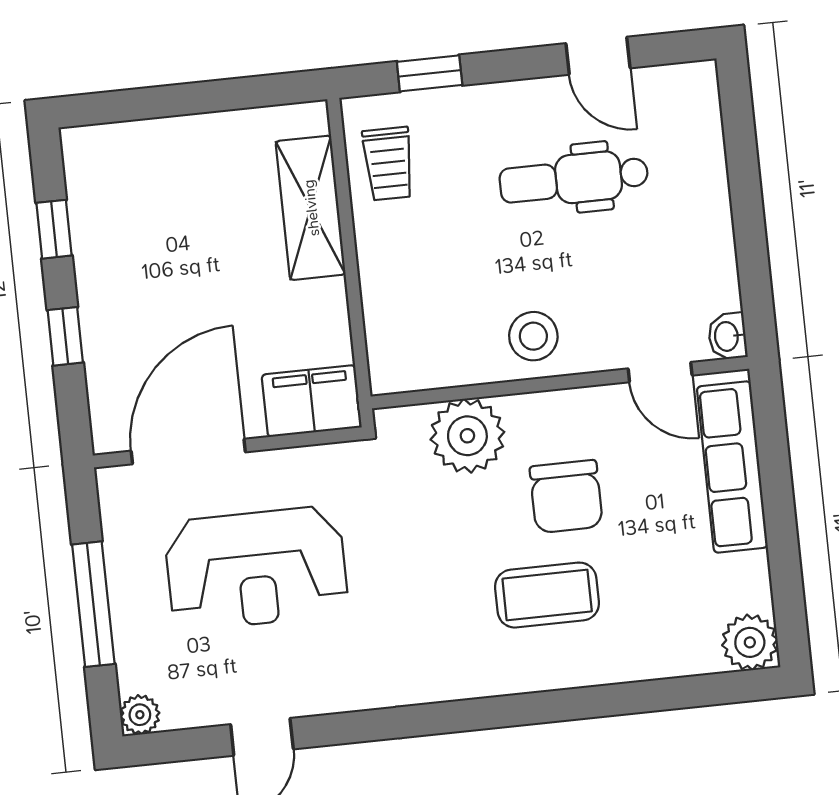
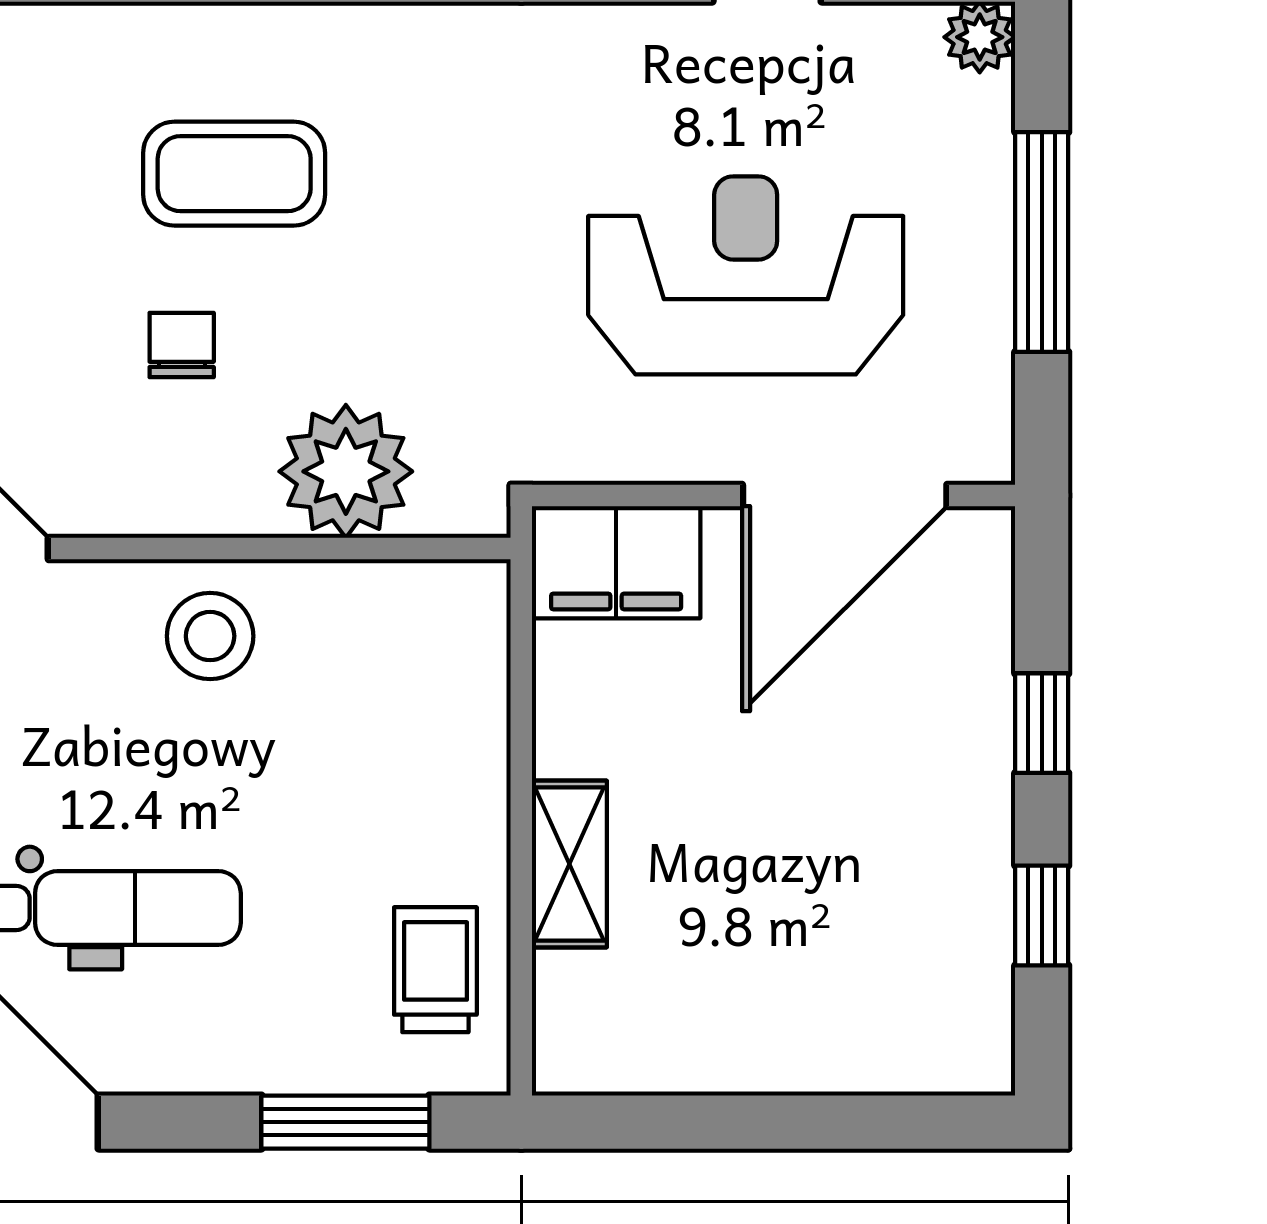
window: (430, 73) -> (345, 1122), width x1.50
shelving: (311, 208) -> (569, 864), width x0.67, depth x0.75
chair: (566, 497) -> (182, 345), width x0.54, depth x0.54

